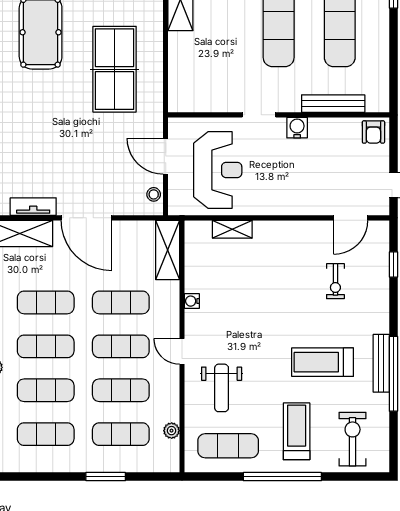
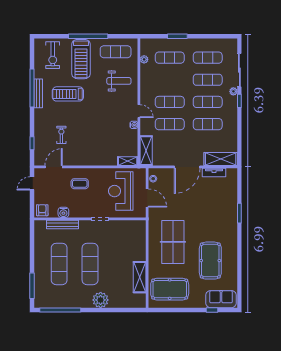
water cooler: (297, 128) -> (63, 212), moved
coffee table: (299, 184) -> (80, 184), added
door: (86, 218) -> (187, 167), swing flipped
shelving: (232, 229) -> (128, 161), moved
door: (182, 351) -> (139, 111), moved
treadmill: (322, 362) -> (68, 94), turned 180
weight bench: (222, 388) -> (119, 81), turned 90
exercise mat: (121, 390) -> (170, 80), removed
treadmill: (297, 431) -> (81, 59), width x1.37, depth x1.38

